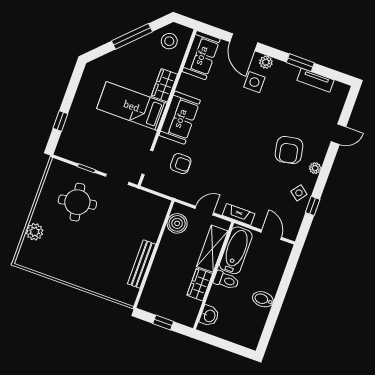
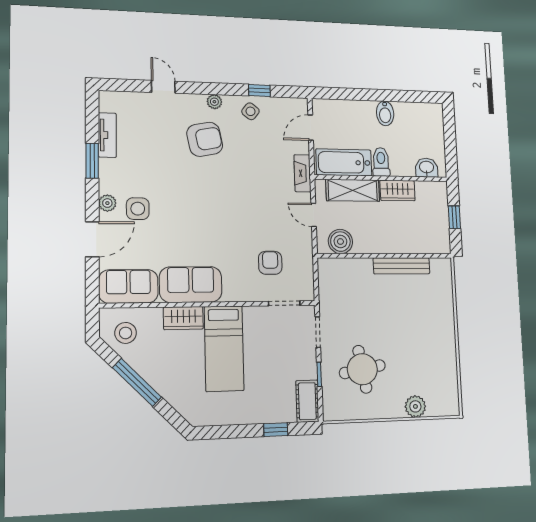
sofa: (180, 118) -> (191, 285), moved
cot: (71, 152) -> (307, 401), added

